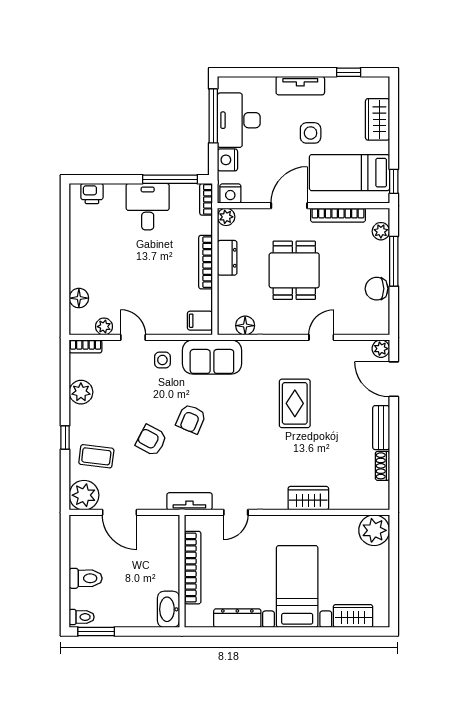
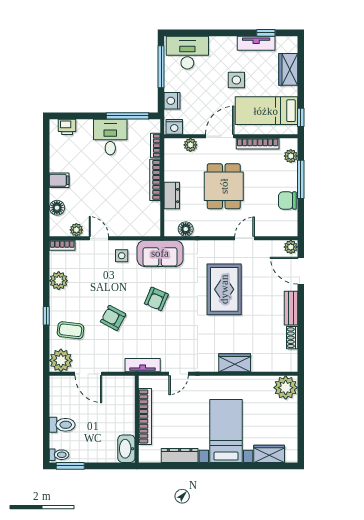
tv unit: (300, 86) -> (256, 43), moved
desk: (239, 120) -> (187, 53), moved, turned 90
bookcase: (206, 199) -> (155, 146), moved
plant: (226, 217) -> (190, 145), moved
dresser: (227, 258) -> (172, 196), moved
filing cabinet: (200, 321) -> (59, 180), moved, turned 180
rug: (295, 403) -> (224, 289), width x1.36, depth x1.43
armchair: (191, 419) -> (156, 299), moved

